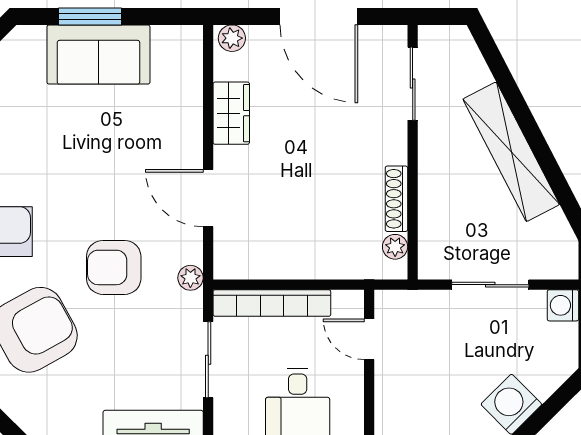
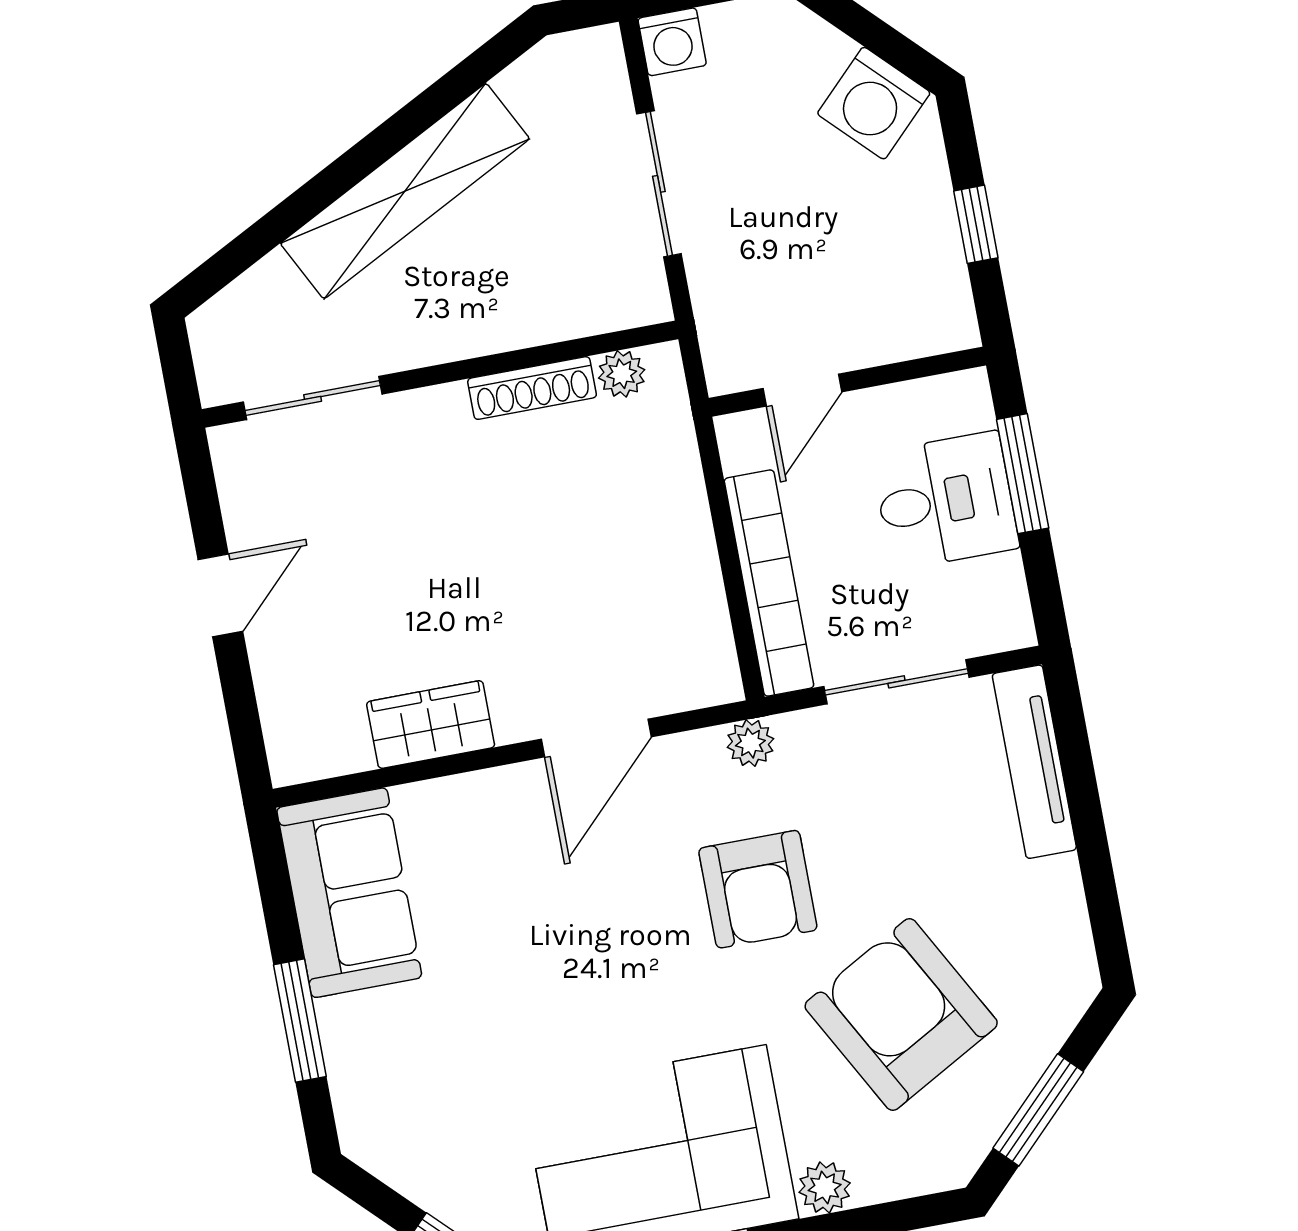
door: (319, 16) -> (220, 595), width x0.53
plant: (232, 38) -> (291, 749), removed
sofa: (98, 54) -> (349, 893), moved

